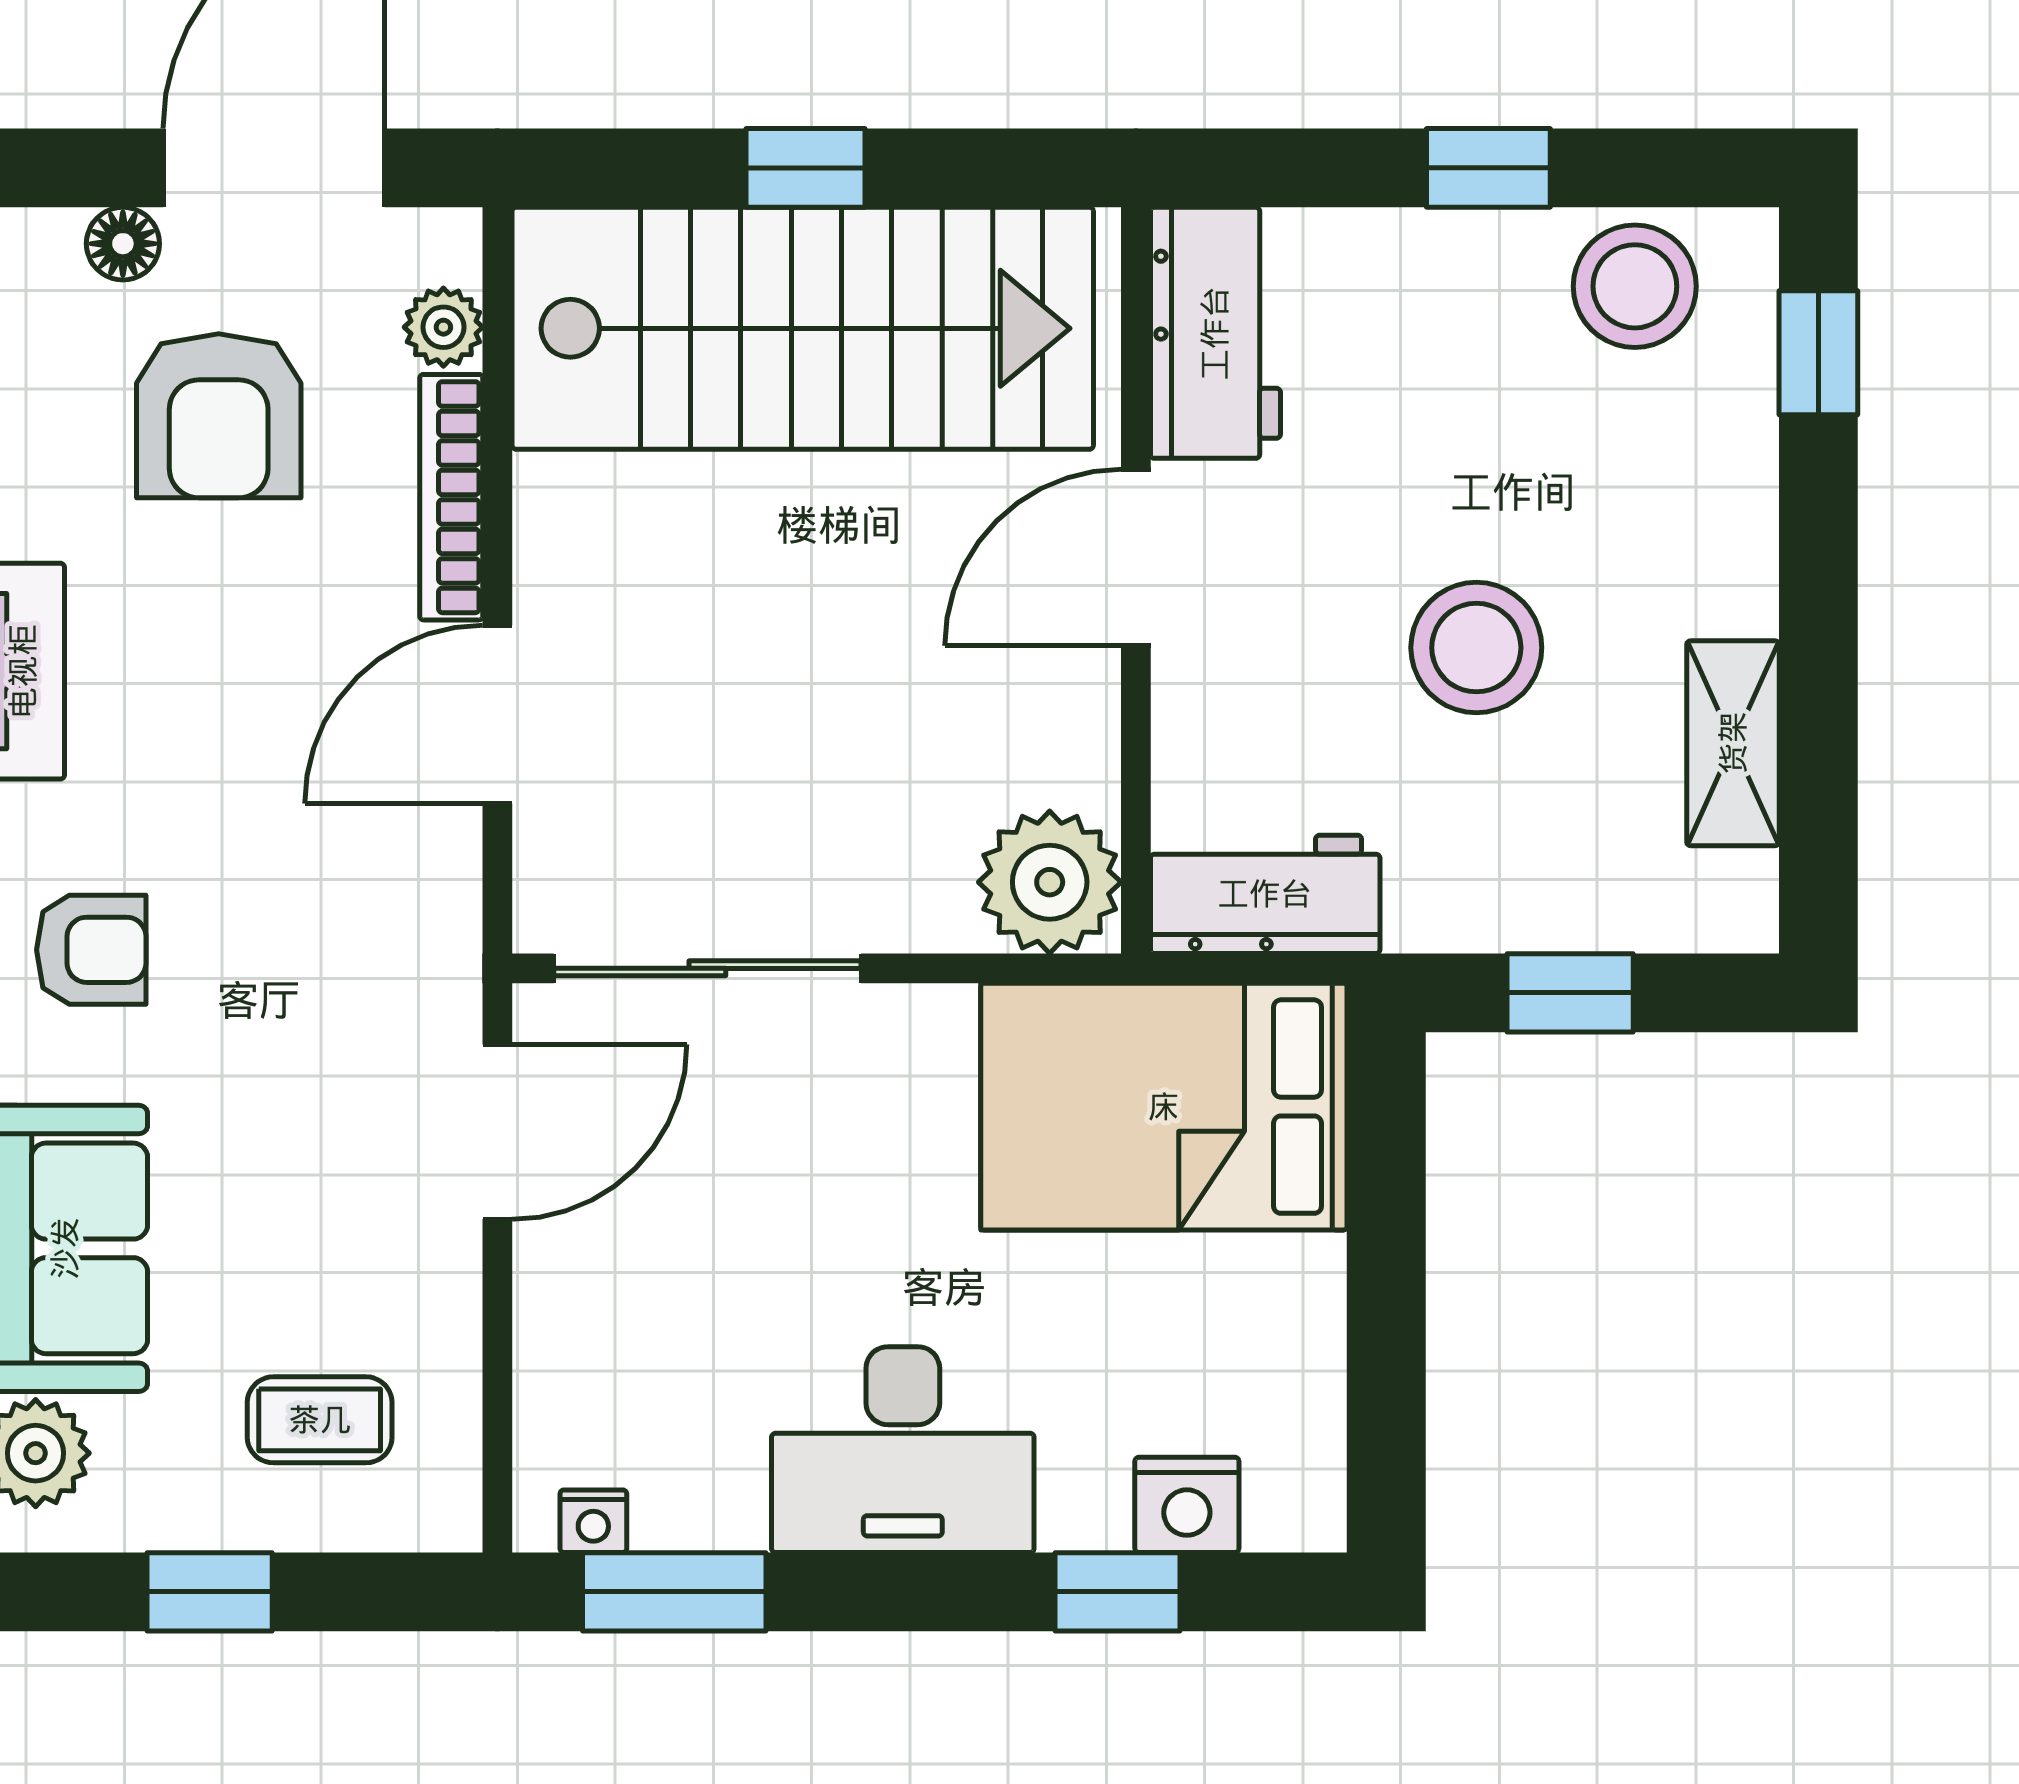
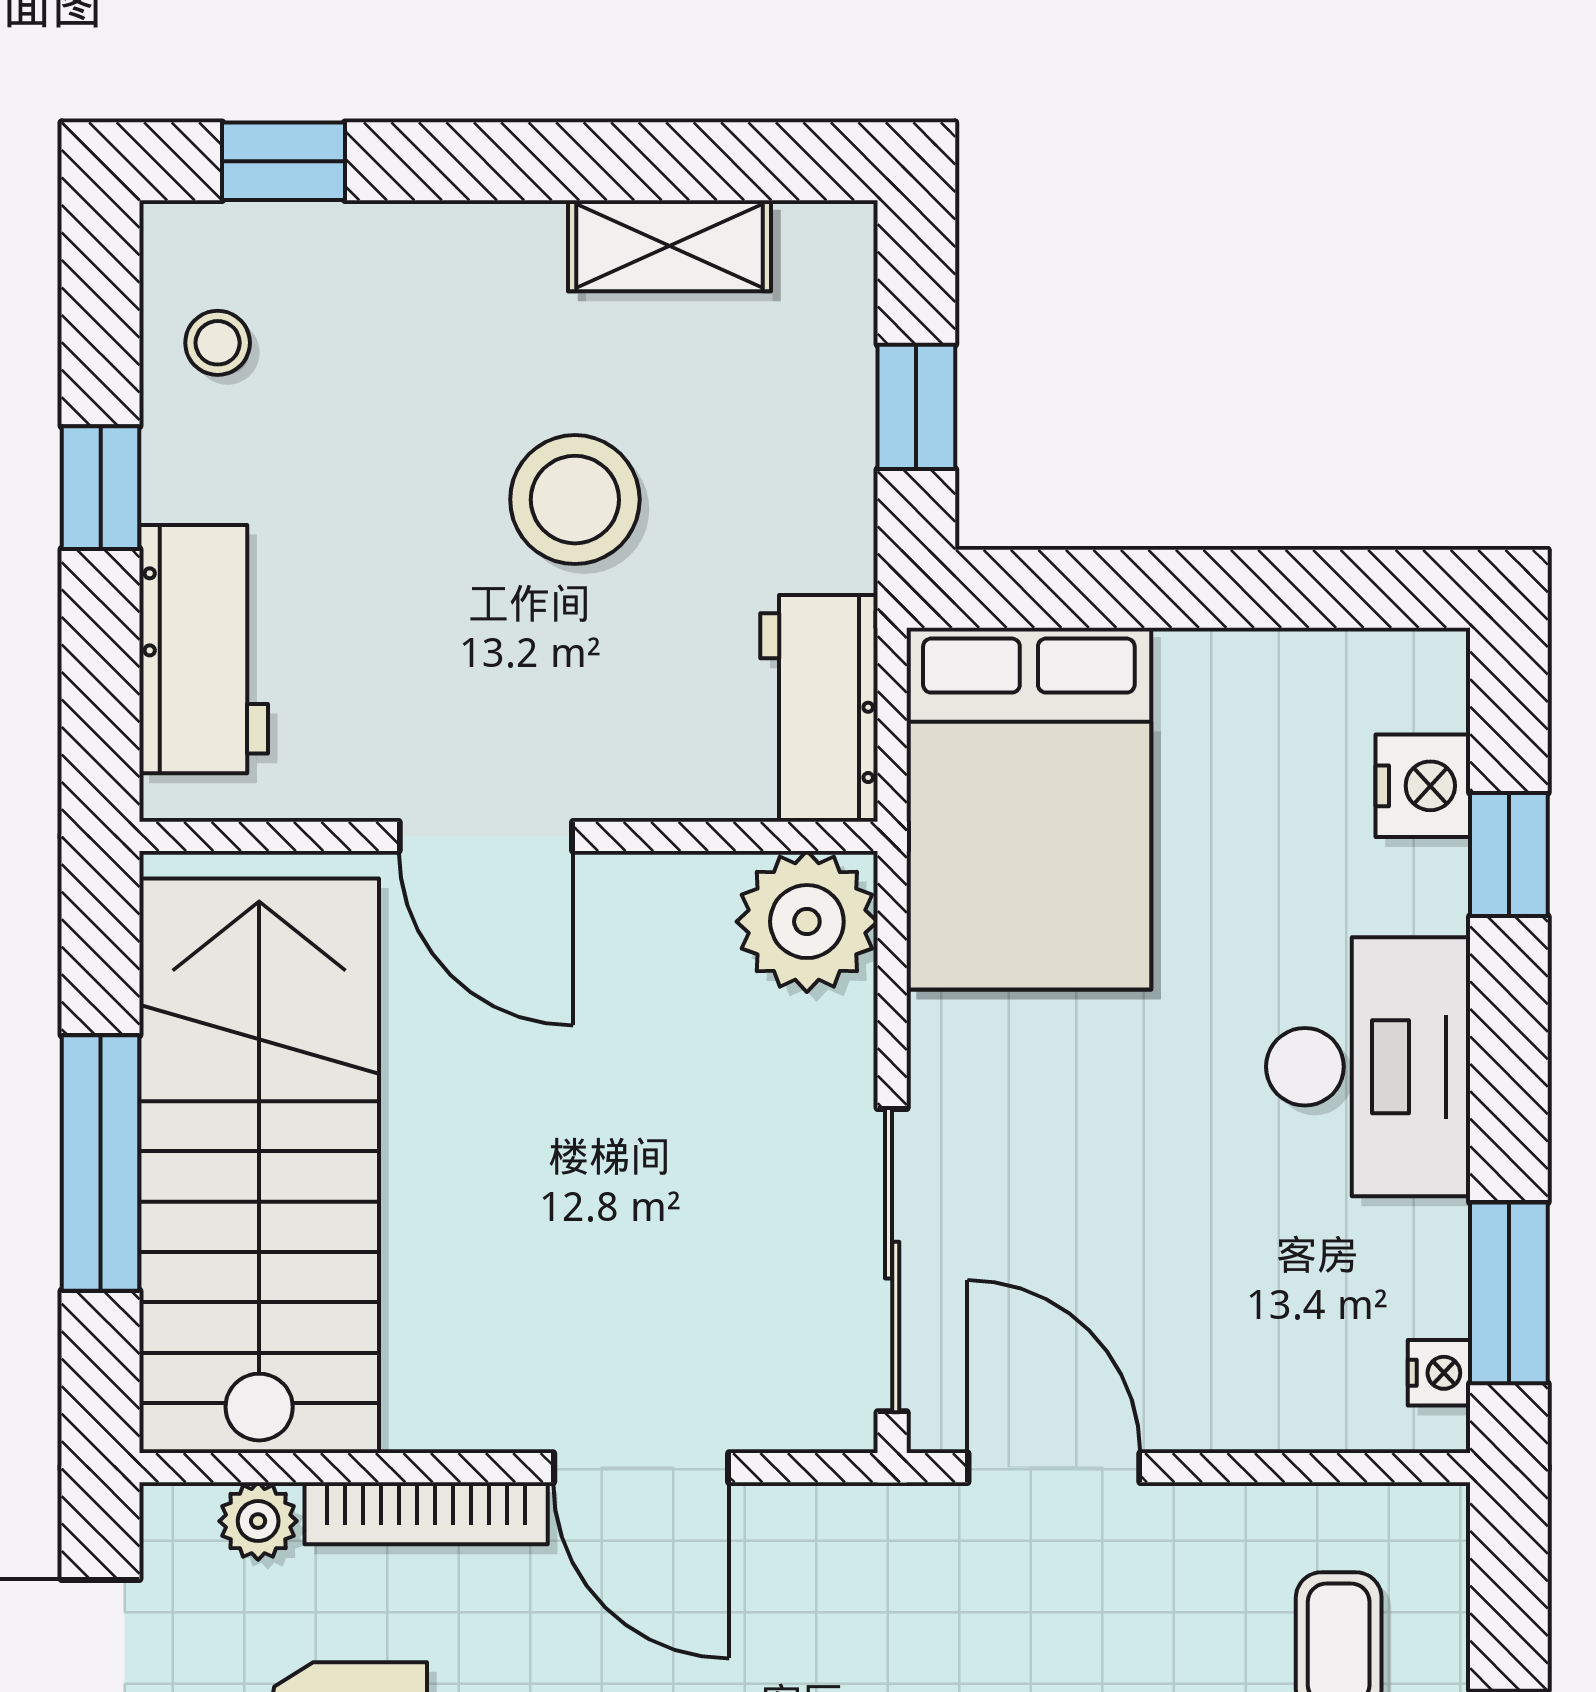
window: (806, 168) -> (101, 1163), width x2.17
stool: (1635, 286) -> (218, 343), width x0.53, depth x0.53
workbench: (1215, 333) -> (204, 649), moved, turned 90

